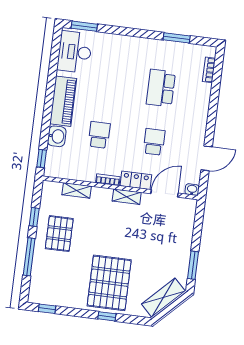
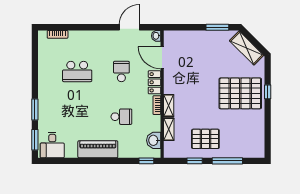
window: (177, 38) -> (35, 110), moved
desk: (75, 52) -> (52, 145), width x0.73
school desk: (99, 135) -> (121, 117), turned 180
washbasin: (57, 136) -> (154, 140), moved, turned -90
school desk: (154, 142) -> (121, 71), turned 90
door: (207, 158) -> (129, 27), hinge flipped
shelving: (127, 197) -> (169, 106), moved
window: (47, 309) -> (268, 141), removed

